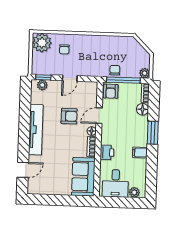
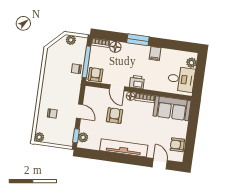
plant: (42, 43) -> (39, 137), width x0.53, depth x0.53
plant: (145, 73) -> (71, 40), moved
armchair: (111, 91) -> (95, 75), turned -90
printer: (107, 152) -> (137, 82), moved
armchair: (45, 187) -> (177, 145), added

